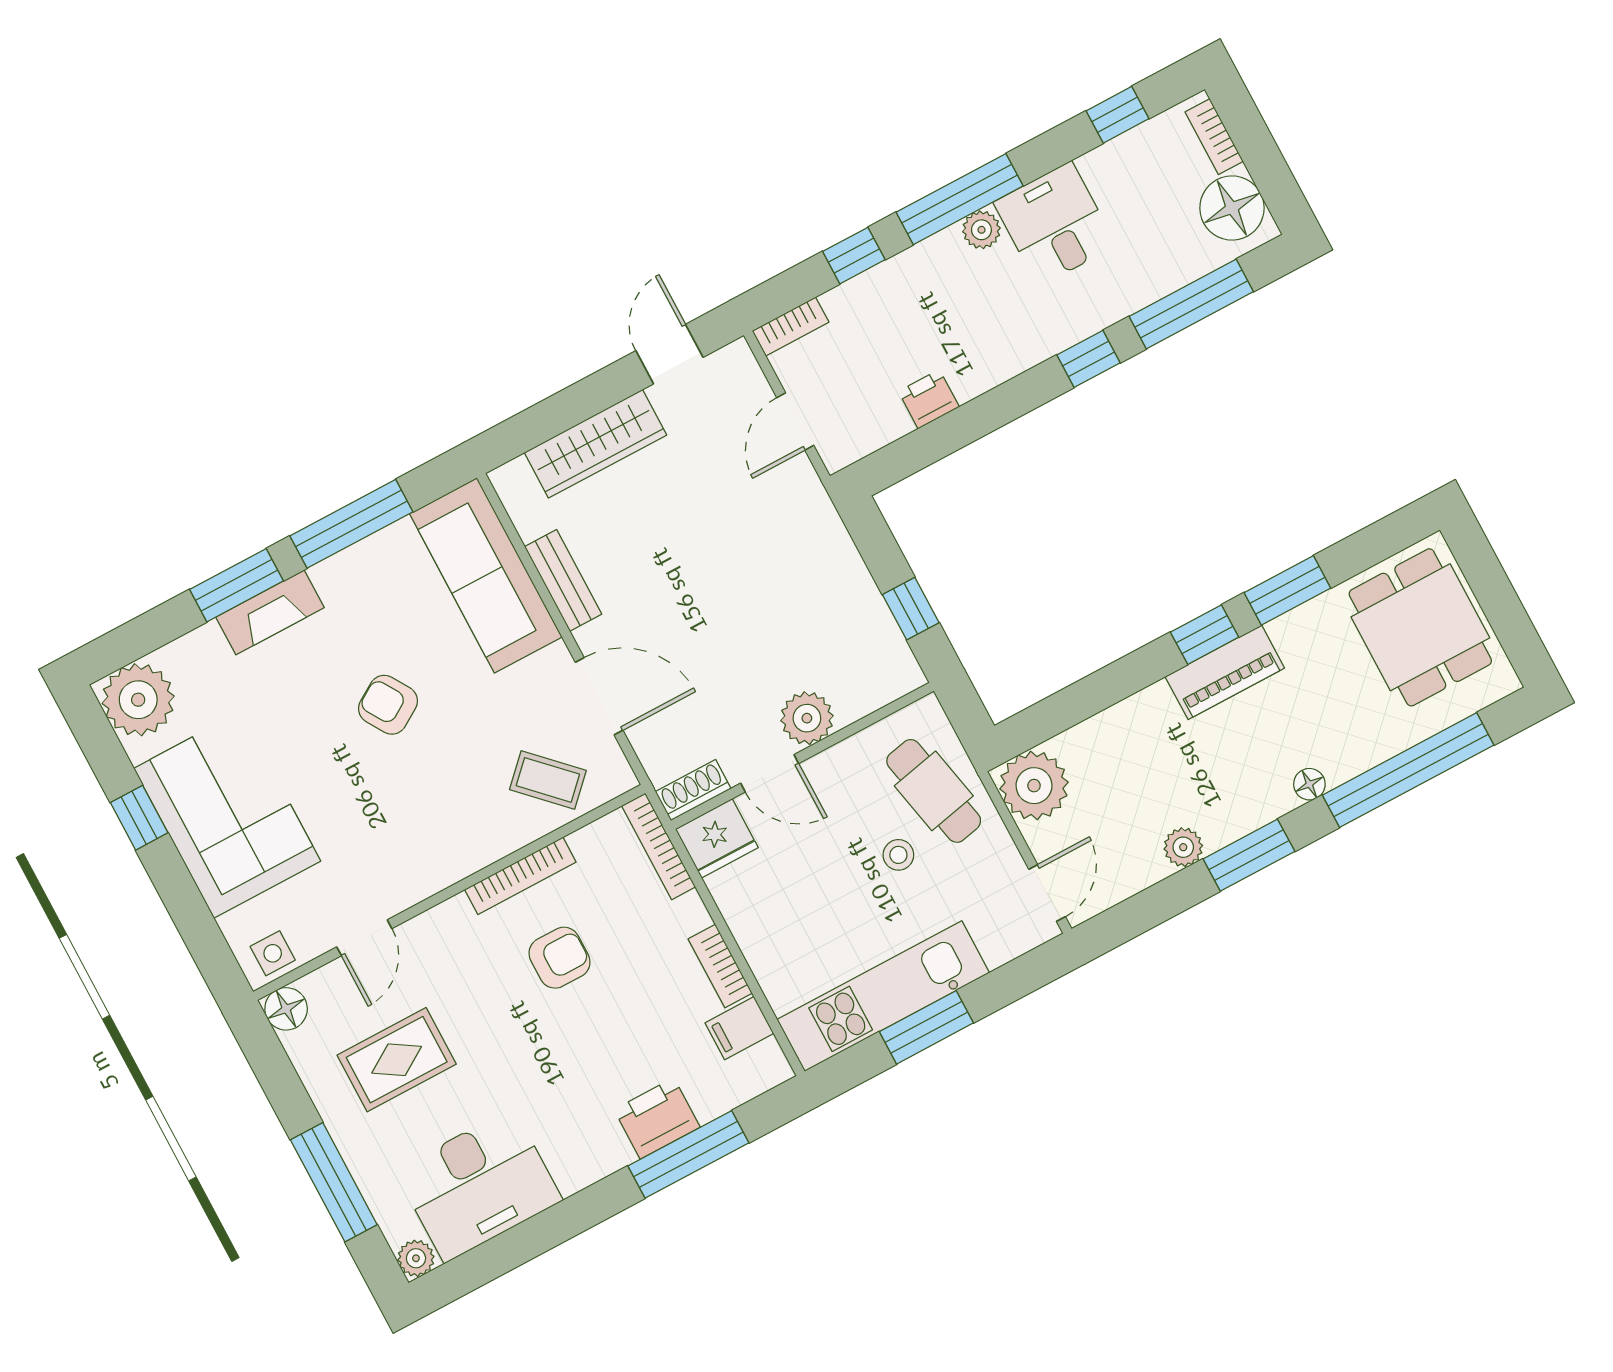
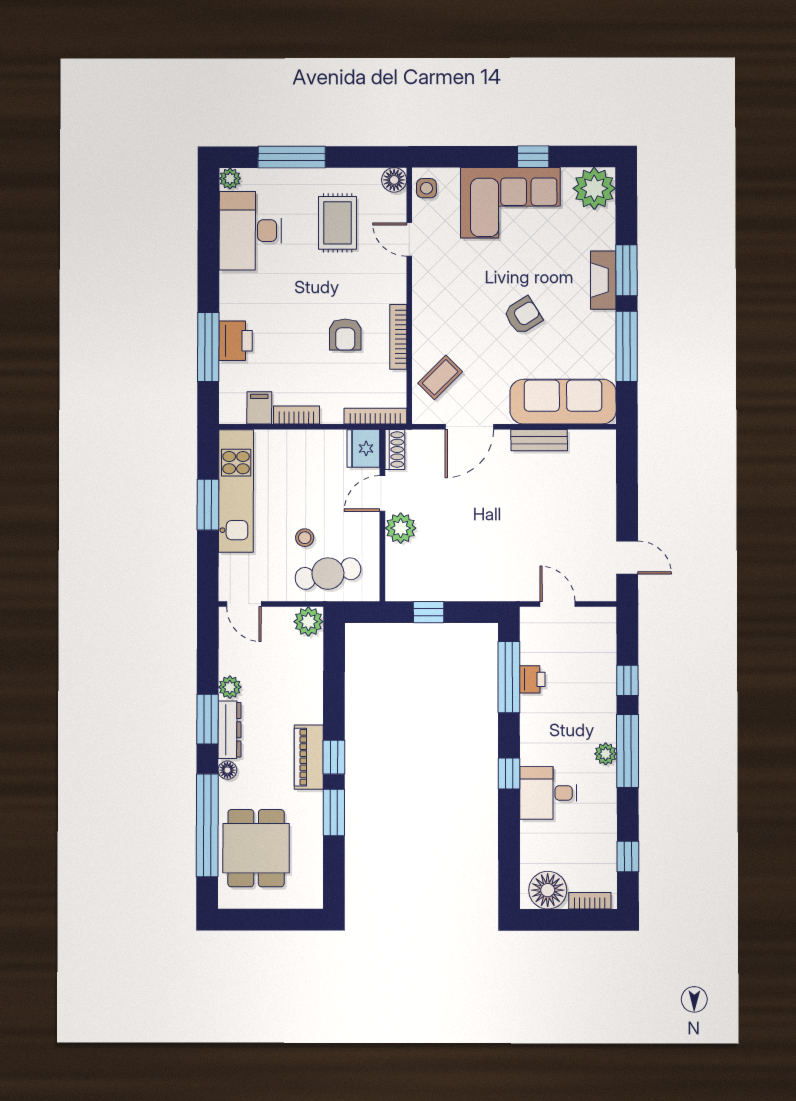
desk: (1055, 224) -> (548, 793), moved, turned 180
window: (1191, 304) -> (509, 677), moved
bookcase: (791, 326) -> (608, 628), removed
wardrobe: (595, 444) -> (601, 494), removed
dining table: (1420, 627) -> (256, 848), moved, turned 90
plant: (1034, 786) -> (308, 622), width x0.73, depth x0.73
dresser: (1247, 813) -> (230, 730), added

